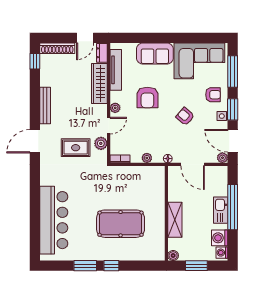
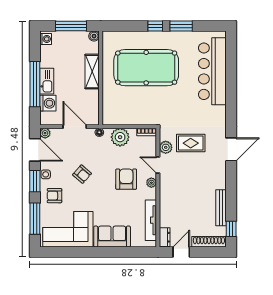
wardrobe: (99, 83) -> (167, 207), removed
armchair: (147, 97) -> (126, 179), moved
bench: (45, 105) -> (221, 208), moved
door: (109, 126) -> (158, 165), hinge flipped
plant: (147, 158) -> (120, 137), width x1.88, depth x1.88
pool table: (121, 224) -> (146, 68), width x1.36, depth x1.32
washing machine: (220, 238) -> (48, 103), moved
window: (196, 266) -> (71, 26), width x1.44

